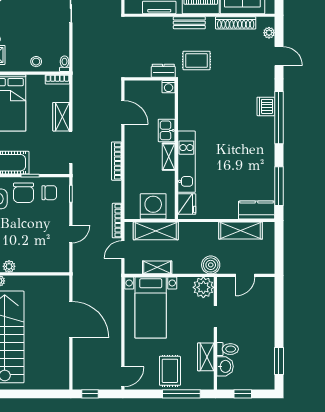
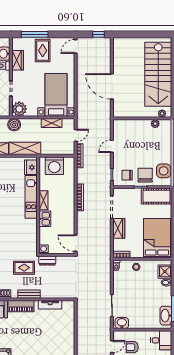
door: (123, 112) -> (76, 243), moved
shelving: (156, 231) -> (25, 148), moved

